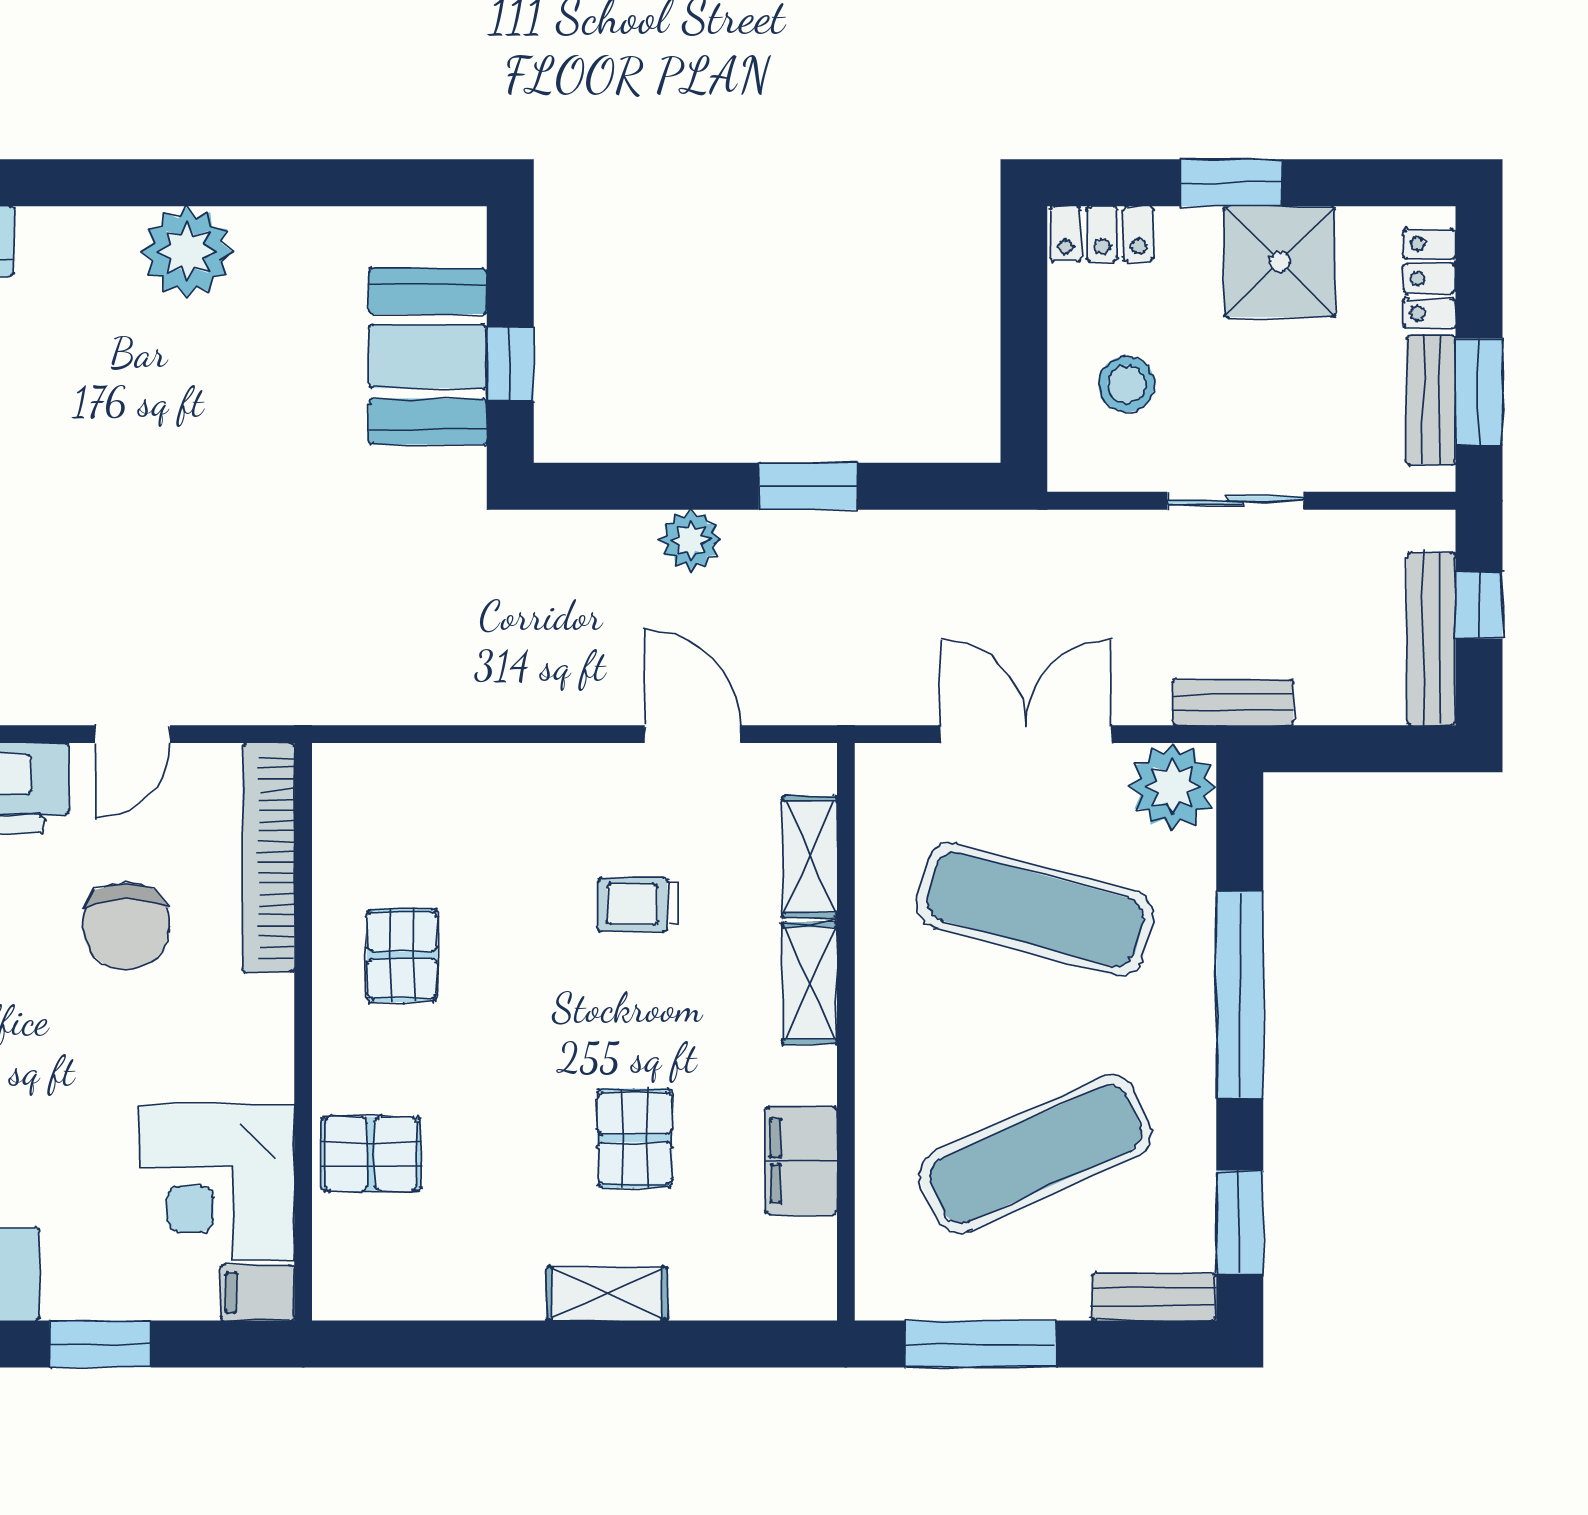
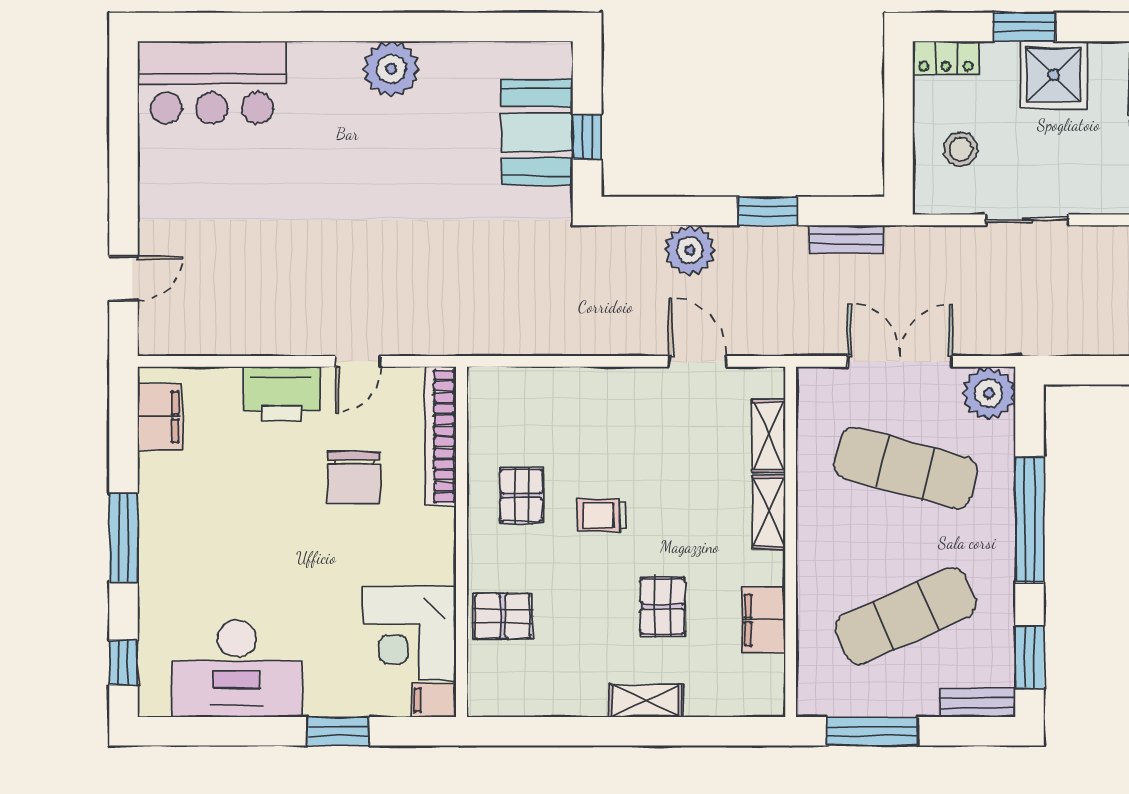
plant: (691, 540) -> (690, 250), width x1.36, depth x1.36
bench: (1233, 702) -> (846, 239), moved
trolley: (638, 904) -> (602, 515), moved

